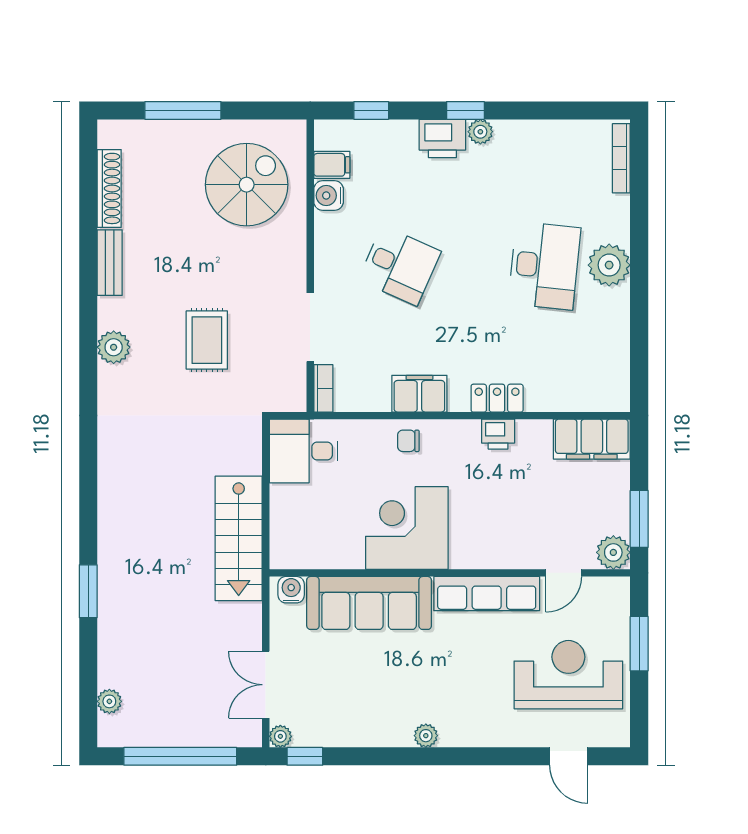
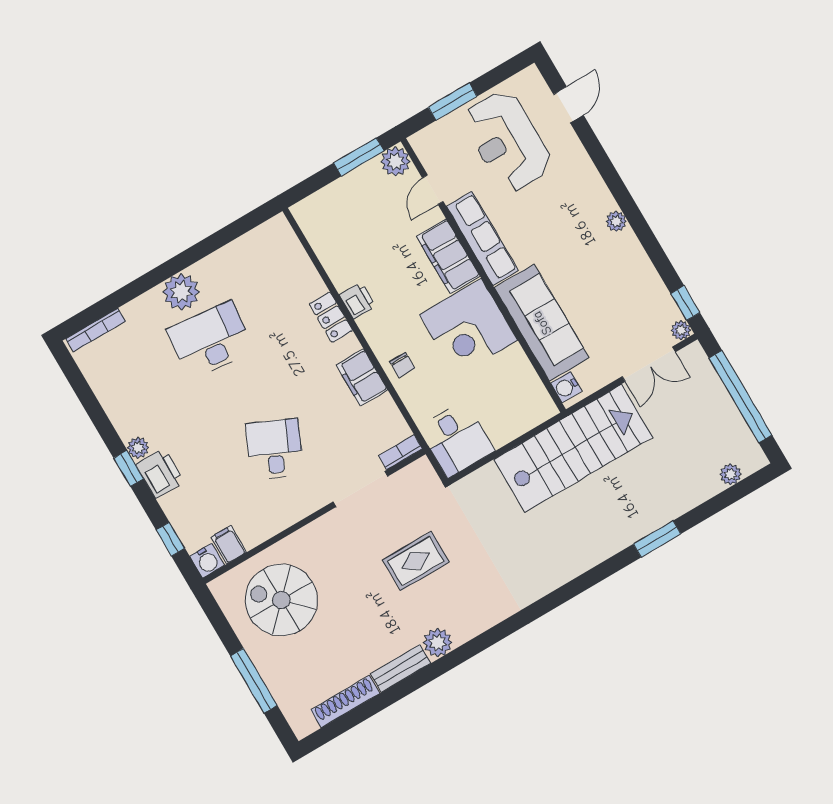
water cooler: (329, 196) -> (207, 561), moved
plant: (114, 347) -> (438, 643), moved
filing cabinet: (592, 439) -> (448, 256), moved, turned 180
stairs: (239, 538) -> (573, 448), width x1.36, depth x1.51
door: (564, 573) -> (433, 190), swing flipped

